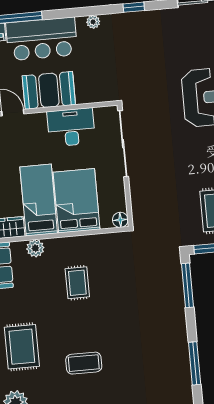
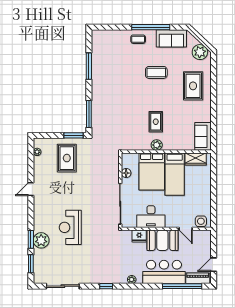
fridge: (87, 94) -> (139, 236), added
floor lamp: (120, 220) -> (126, 173), moved
plant: (35, 248) -> (157, 145), moved

